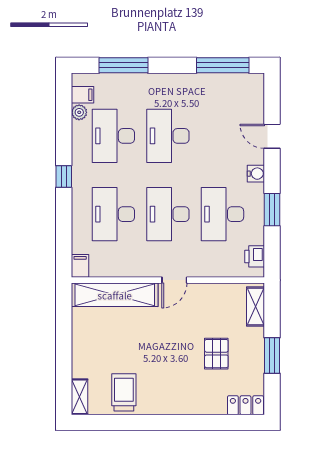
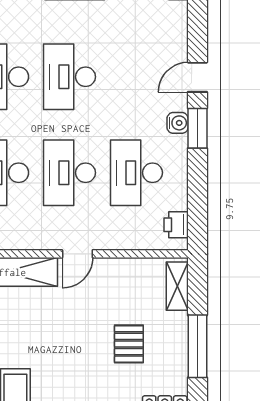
door: (272, 136) -> (197, 77), hinge flipped
window: (272, 210) -> (197, 128), moved
window: (272, 355) -> (197, 346), width x1.44

